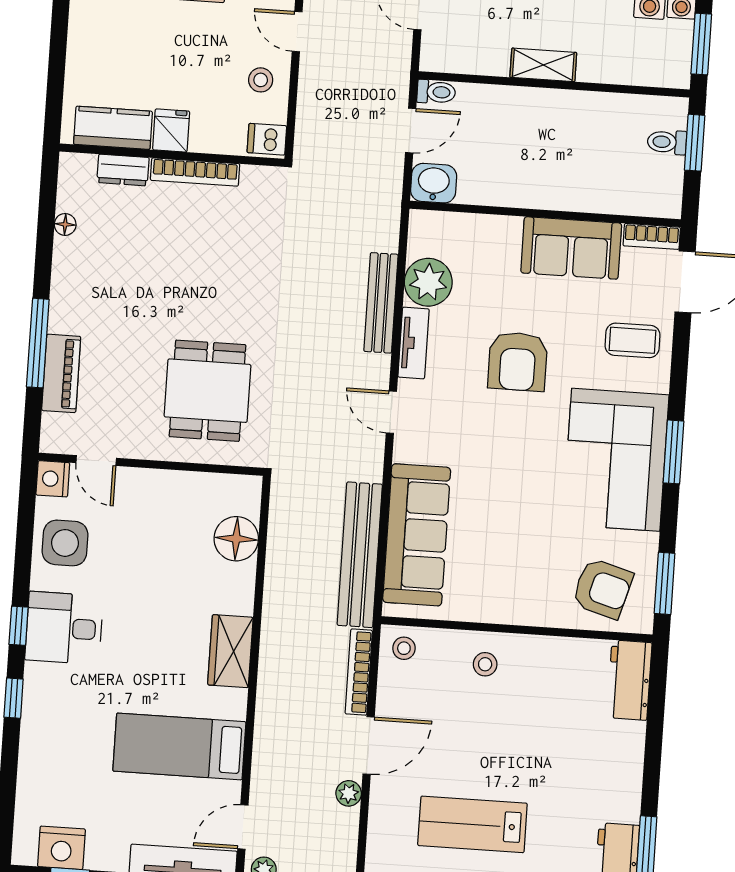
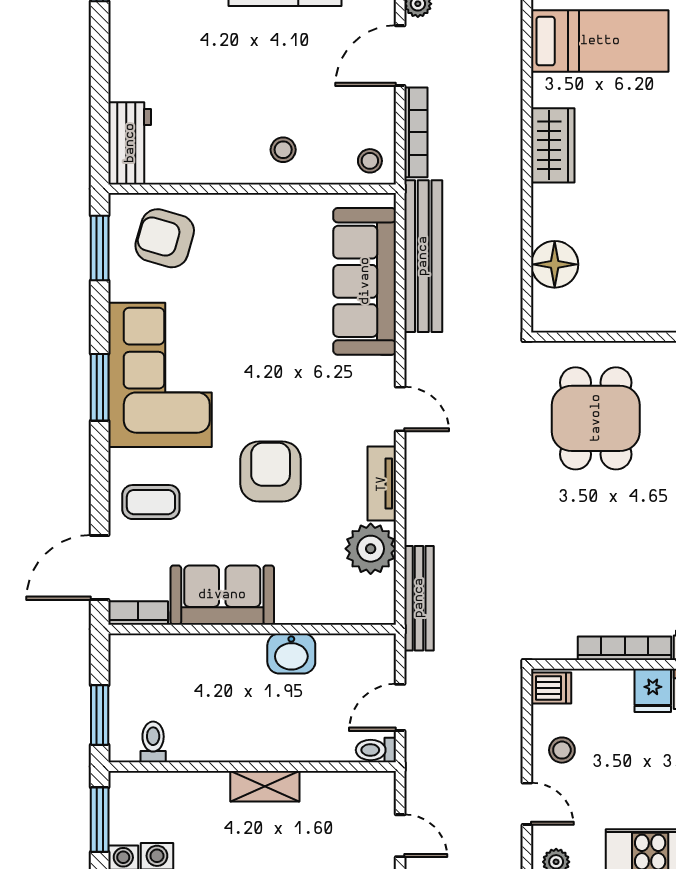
toilet: (667, 142) -> (153, 742), moved, turned -90
washbasin: (434, 183) -> (291, 654), moved
bench: (381, 303) -> (419, 598), moved

